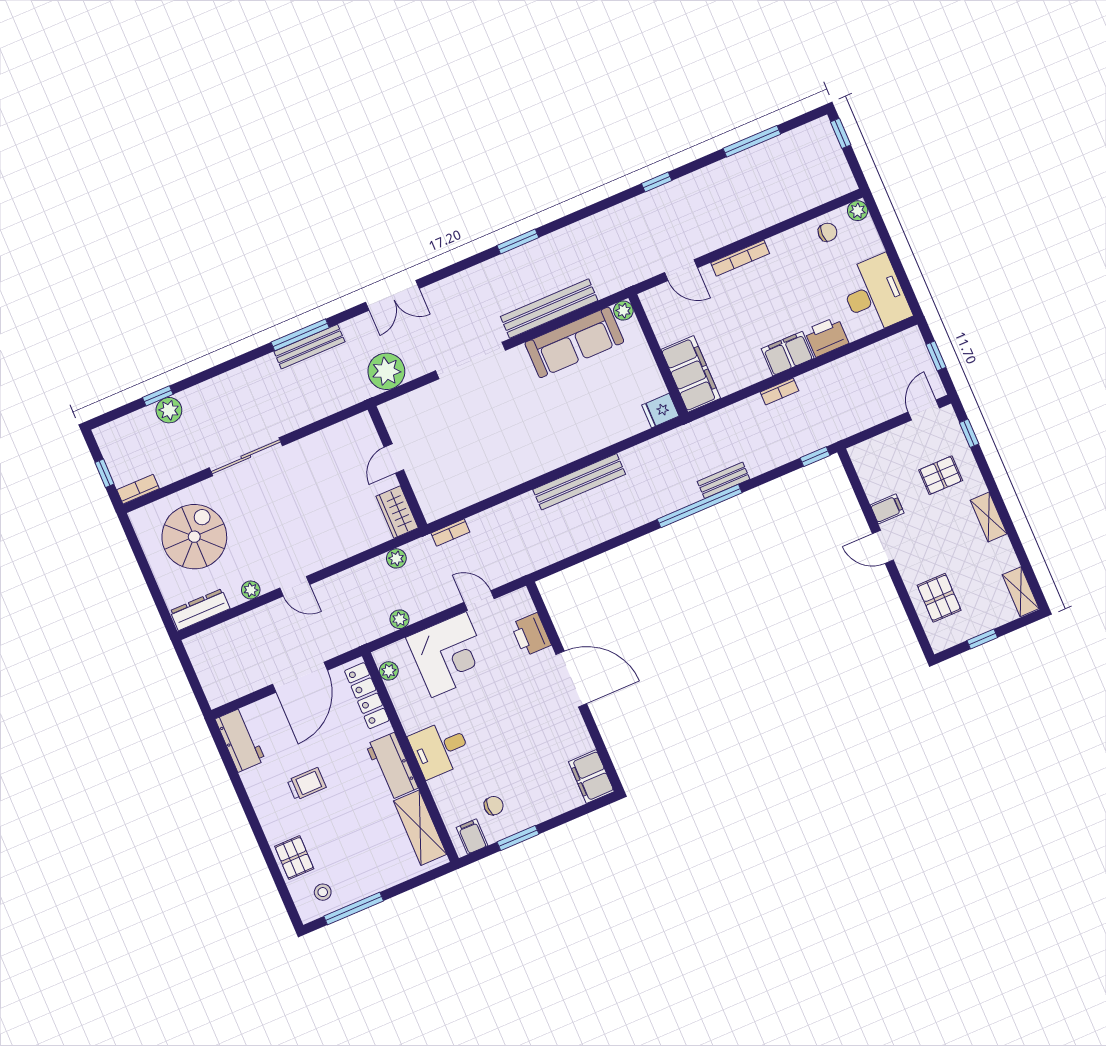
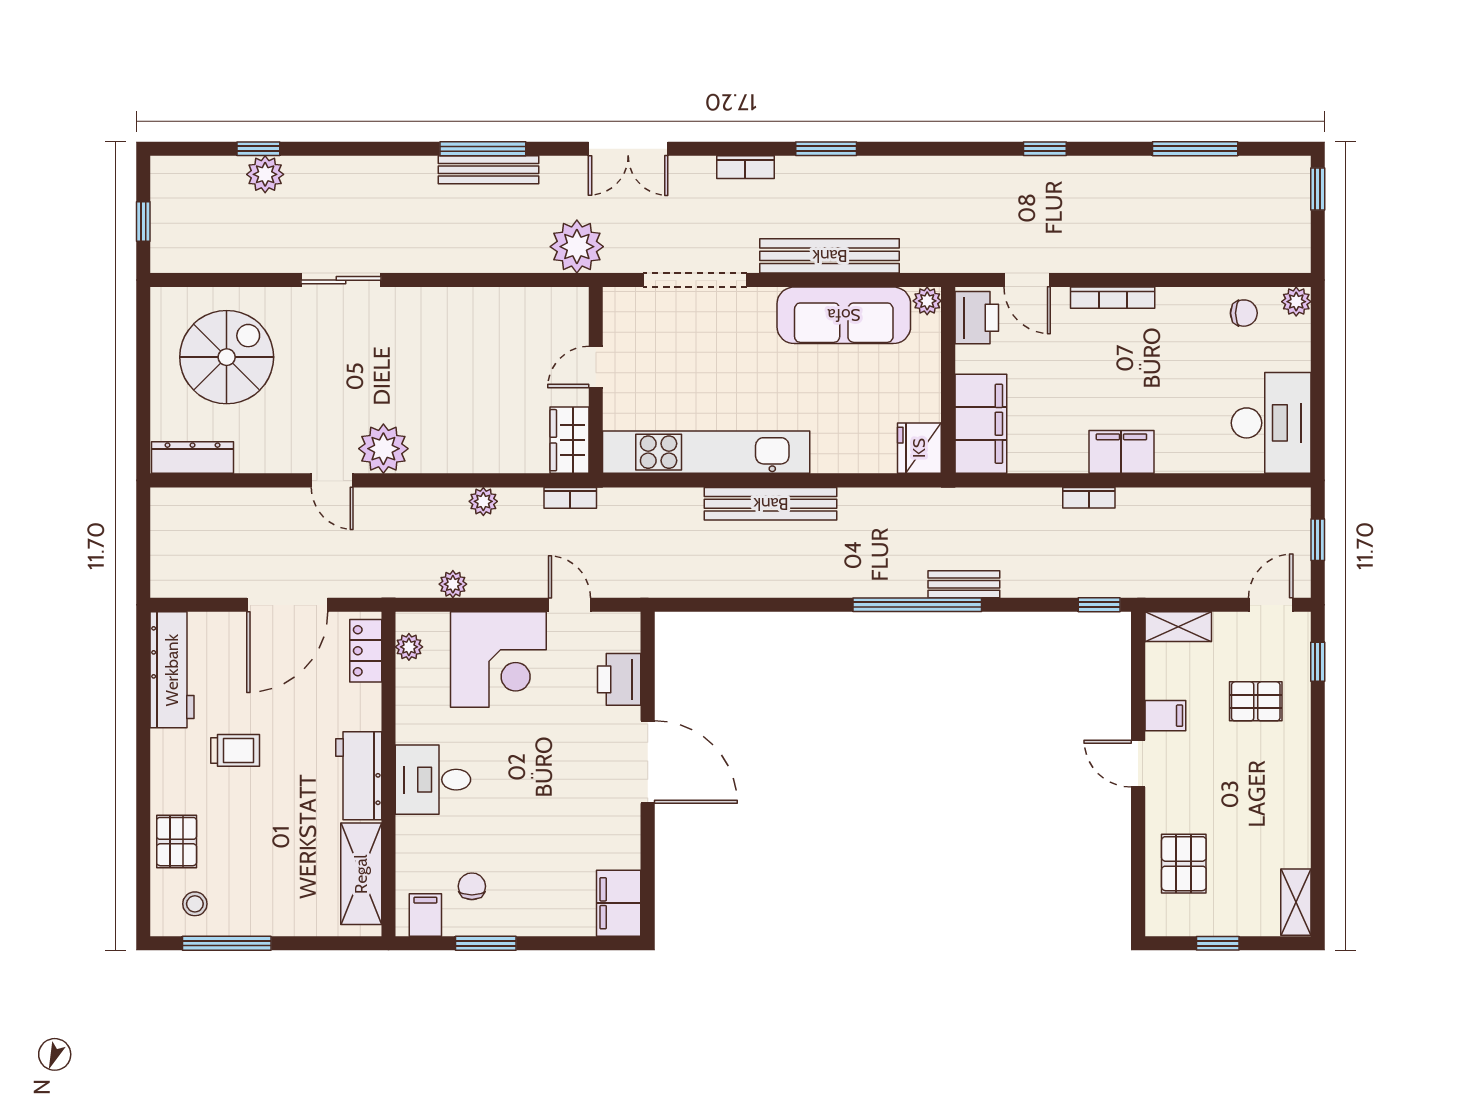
printer: (827, 337) -> (977, 318), moved, turned 90
fridge: (660, 411) -> (919, 448), width x1.38
sliding door: (246, 457) -> (341, 280), width x0.73
door: (394, 459) -> (596, 367), moved
wall: (397, 467) -> (596, 380), moved
kitchen unit: (524, 467) -> (706, 452), added
bookcase: (138, 489) -> (745, 167), moved, turned 180
wardrobe: (397, 512) -> (570, 440), moved
shelving: (989, 517) -> (1178, 627), moved, turned 90
plant: (251, 590) -> (383, 449), moved, width x1.88, depth x1.88
locker: (367, 696) -> (366, 651), width x0.66
workbench: (240, 740) -> (172, 670), width x1.38
chair: (494, 806) -> (472, 886), turned -90

